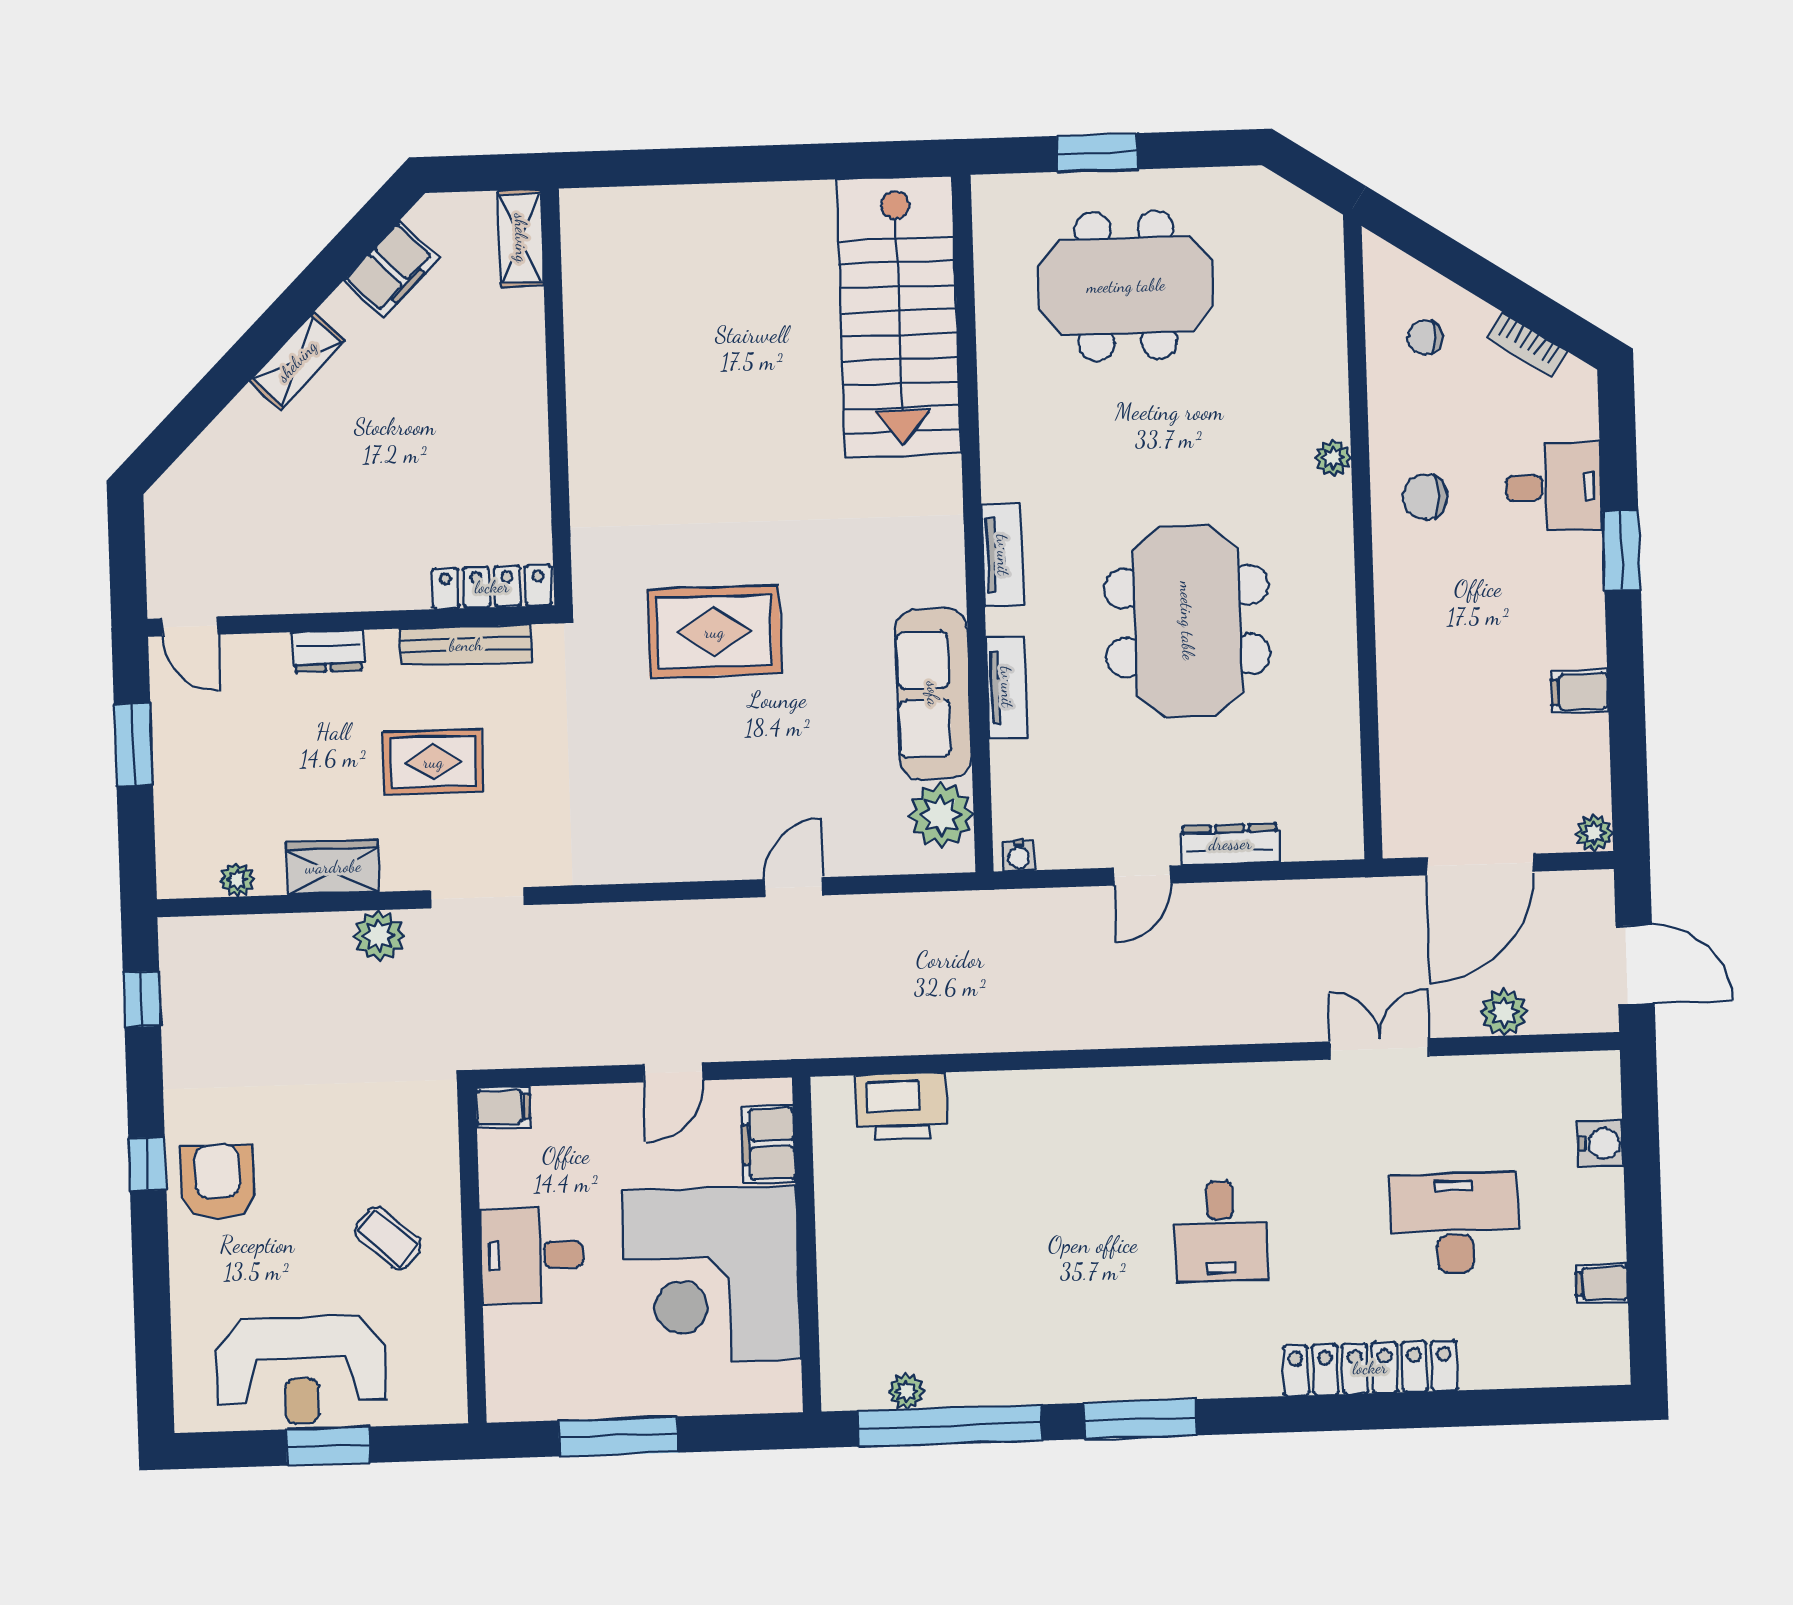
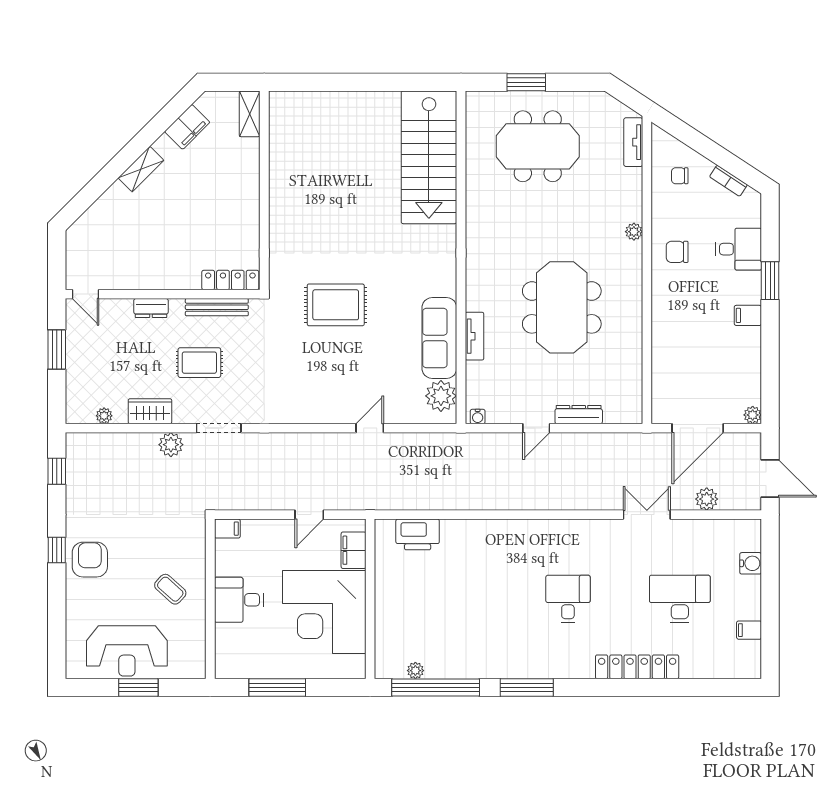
tv unit: (1003, 555) -> (633, 142), moved, turned 180
filing cabinet: (1580, 692) -> (748, 315), moved
desk: (1221, 1231) -> (568, 599), turned 180

